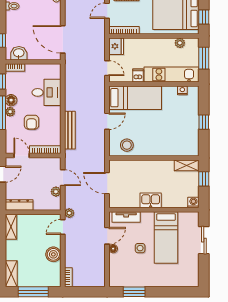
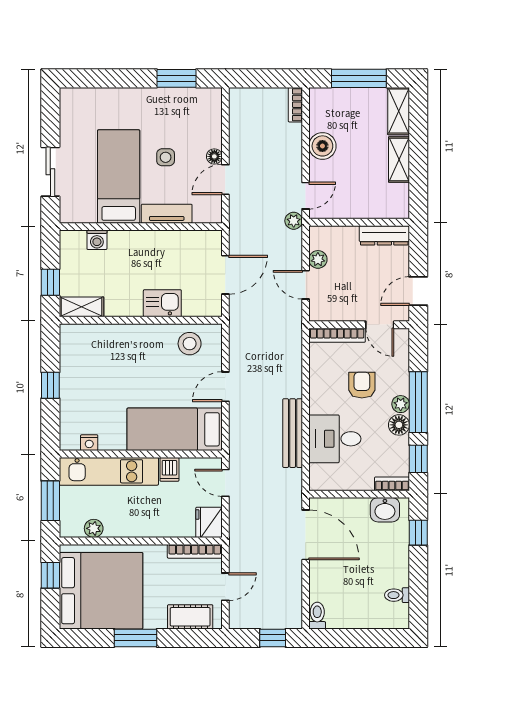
bench: (70, 130) -> (293, 433), moved
door: (107, 183) -> (225, 275), hinge flipped
kitchen sink: (151, 200) -> (162, 303), moved, turned 180
washing machine: (193, 202) -> (97, 240), moved
tv unit: (126, 217) -> (167, 214), moved
shelving: (11, 227) -> (399, 160), moved

